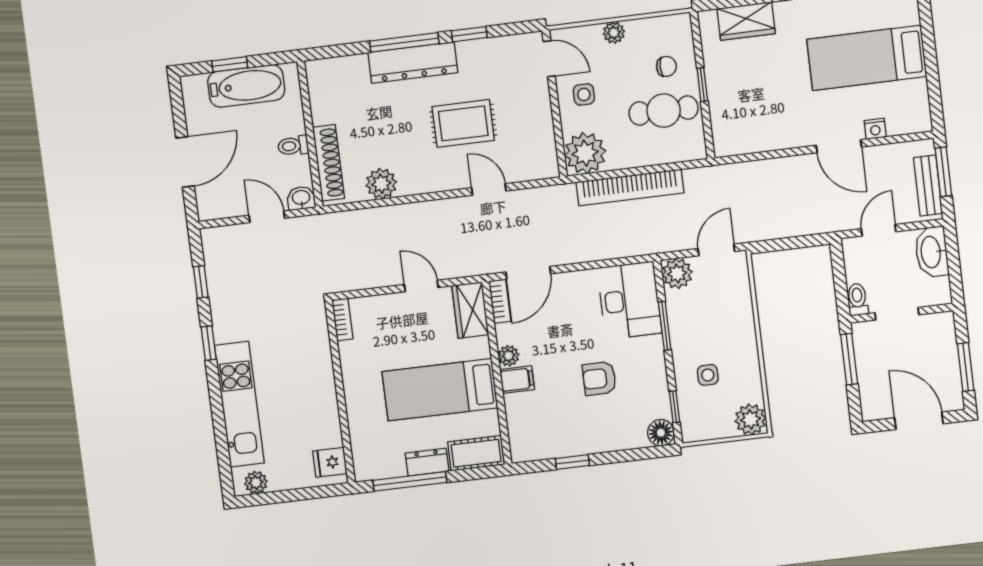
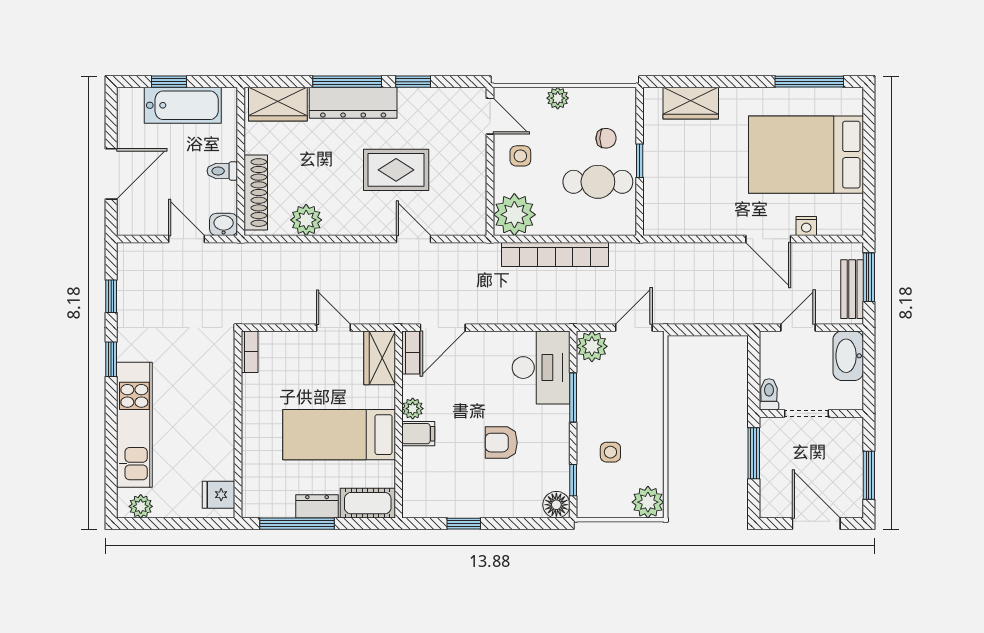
bed: (867, 58) -> (806, 155), width x1.50
wardrobe: (339, 73) -> (278, 104), added

